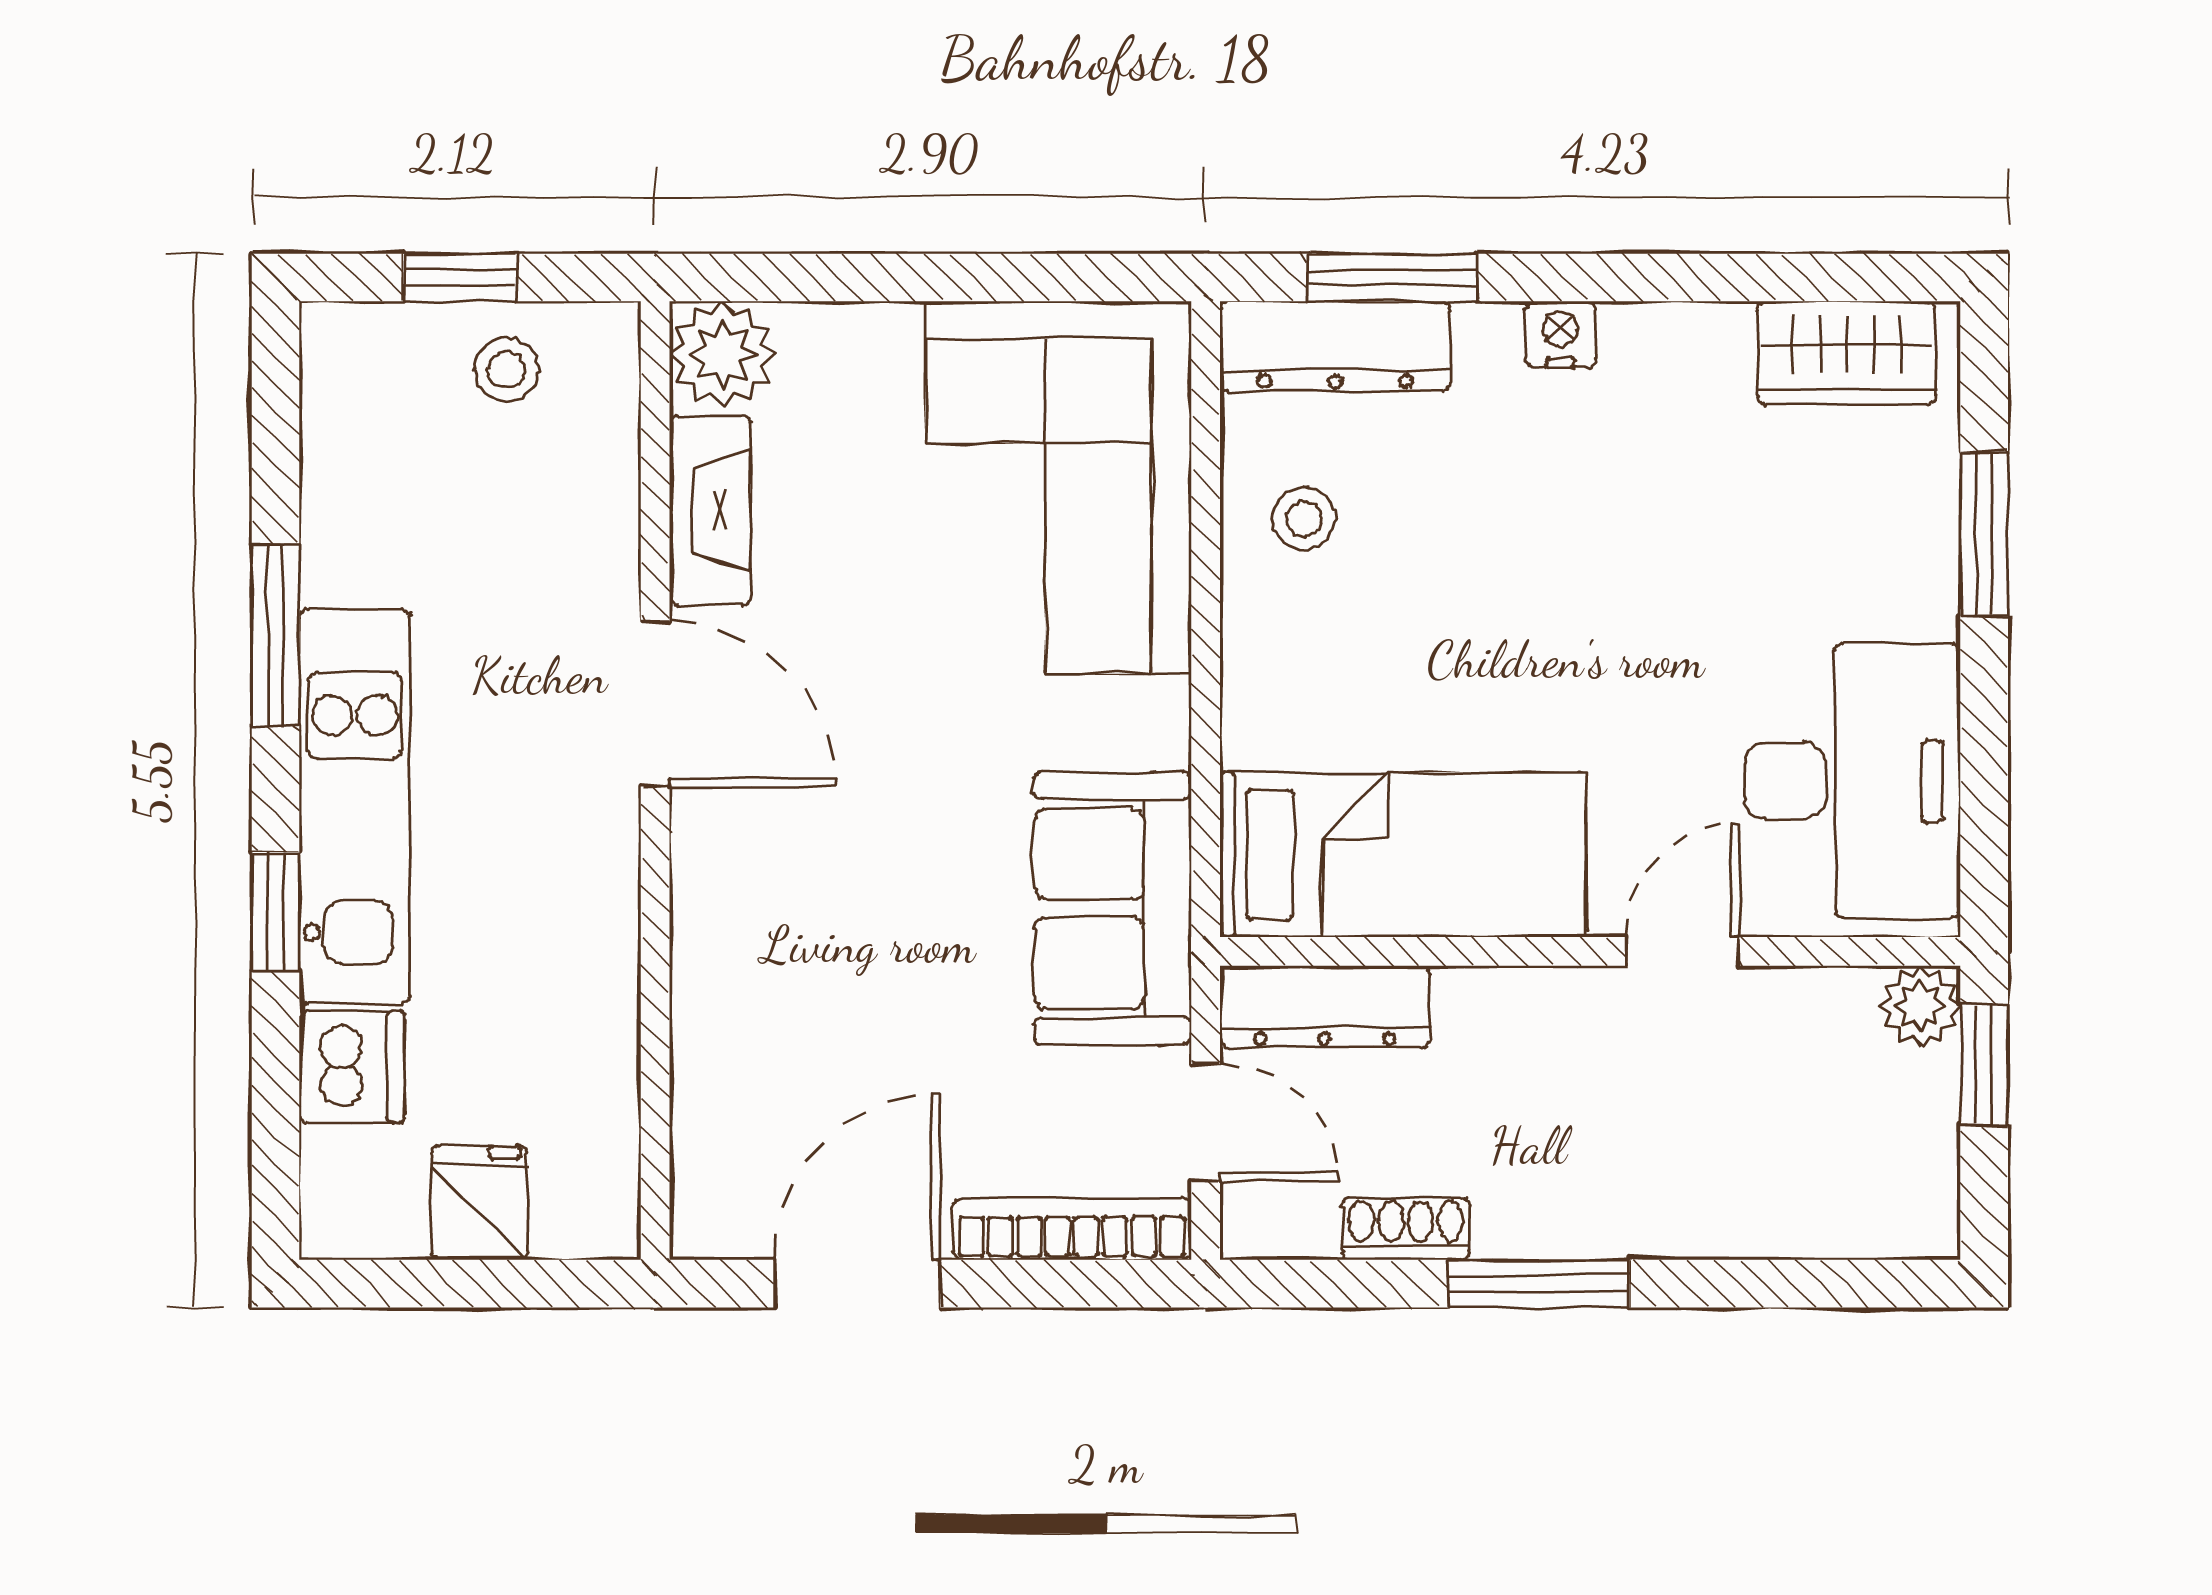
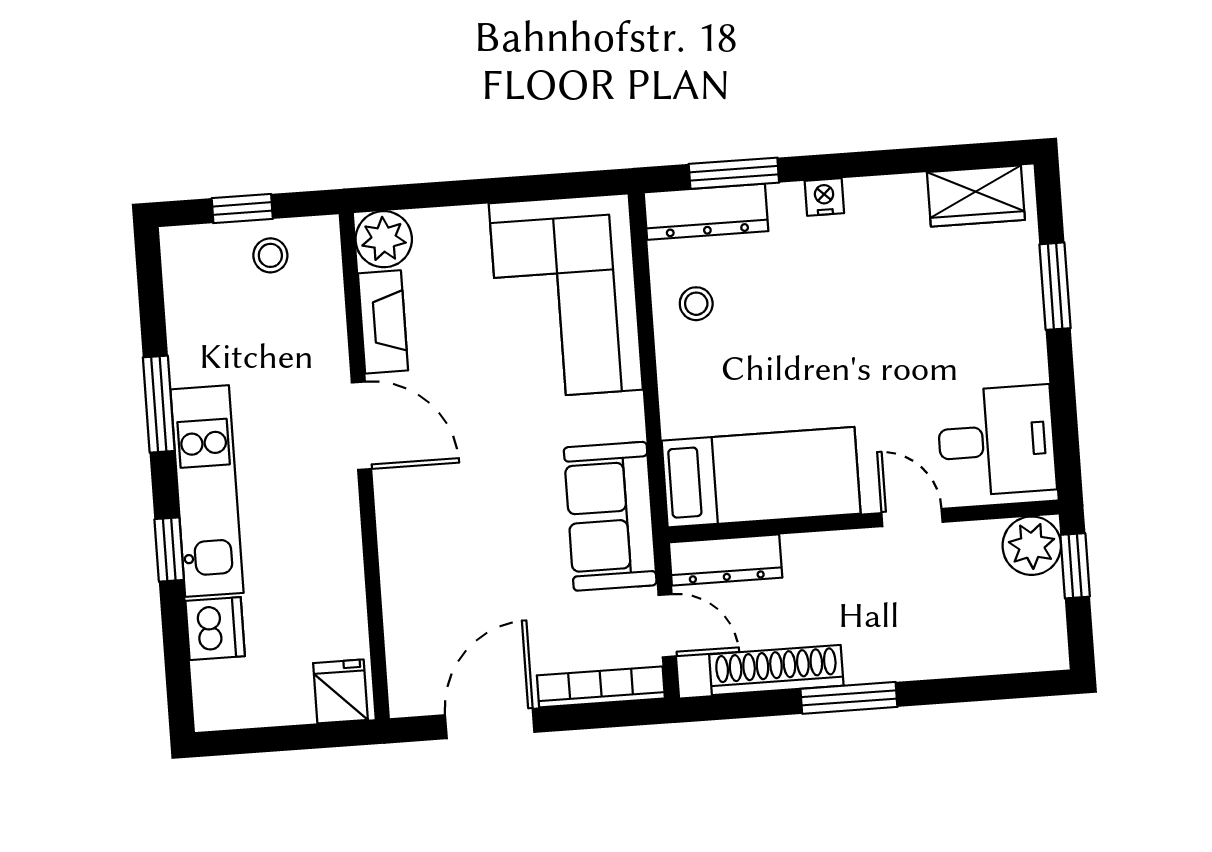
desk: (1852, 781) -> (996, 441), width x0.73
door: (1682, 951) -> (912, 517), hinge flipped
plant: (1920, 1006) -> (1032, 546), width x1.38, depth x1.38
fridge: (479, 1203) -> (341, 691), moved
shoe rack: (1406, 1229) -> (776, 670), width x1.94, depth x1.24

